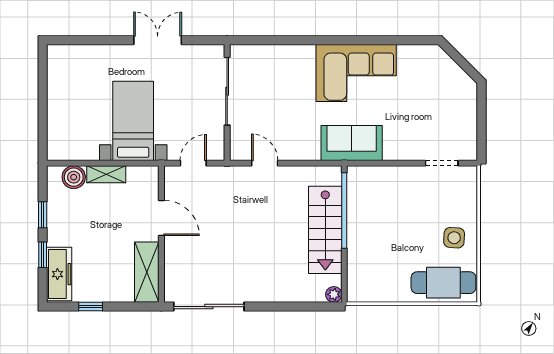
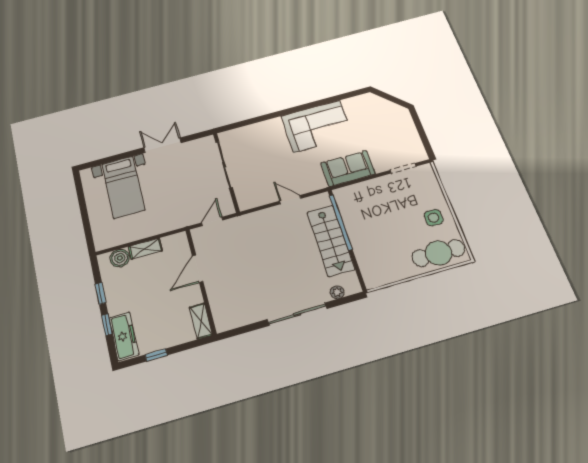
bed with nightstands: (133, 121) -> (123, 187), moved, turned 180
sofa: (352, 143) -> (348, 169), moved
door: (265, 163) -> (290, 200), moved
door: (161, 218) -> (198, 269), swing flipped
shelving: (147, 272) -> (201, 321), width x0.67, depth x0.75
plant: (334, 294) -> (337, 292), moved
sliding door: (209, 307) -> (297, 314), moved

